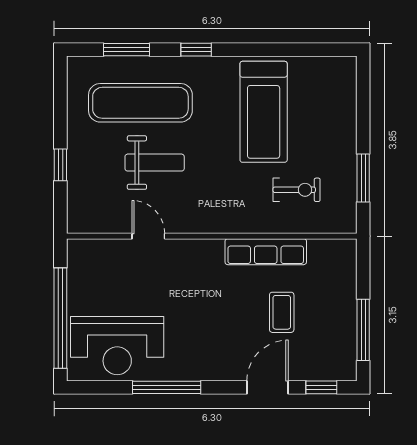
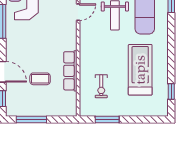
window: (196, 50) -> (171, 92), moved
treadmill: (264, 112) -> (140, 70), turned 90

